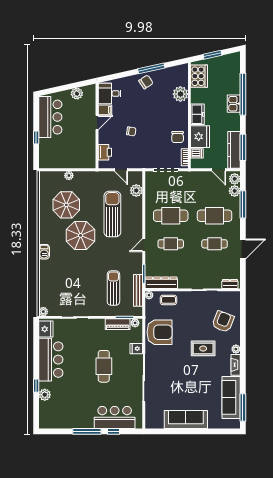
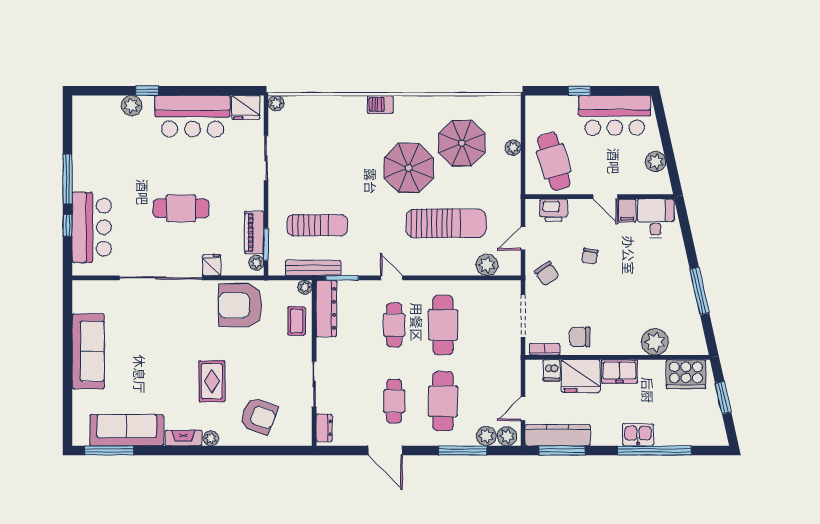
chair: (146, 82) -> (547, 274), moved
cafe table: (77, 152) -> (554, 161), added
armchair: (159, 332) -> (240, 305), turned 90

